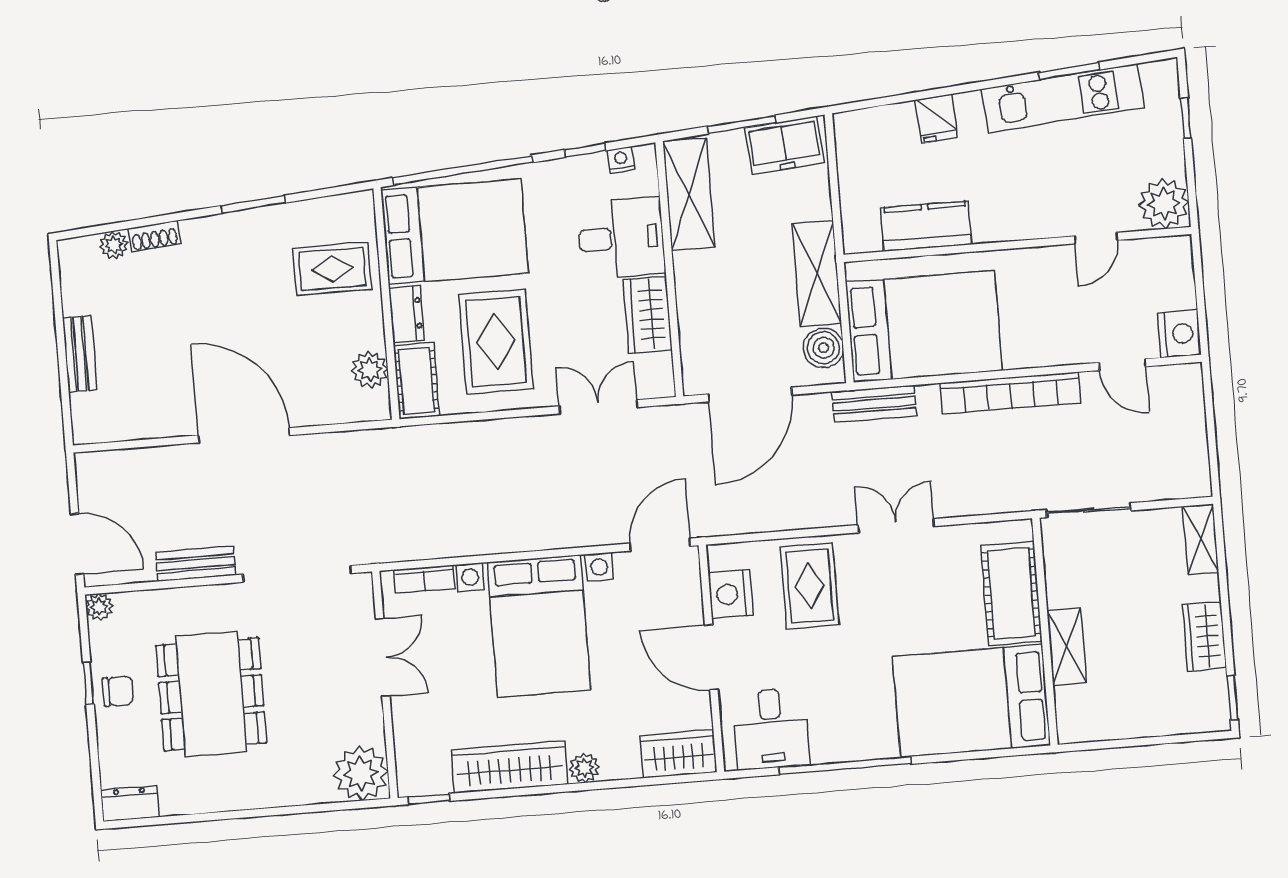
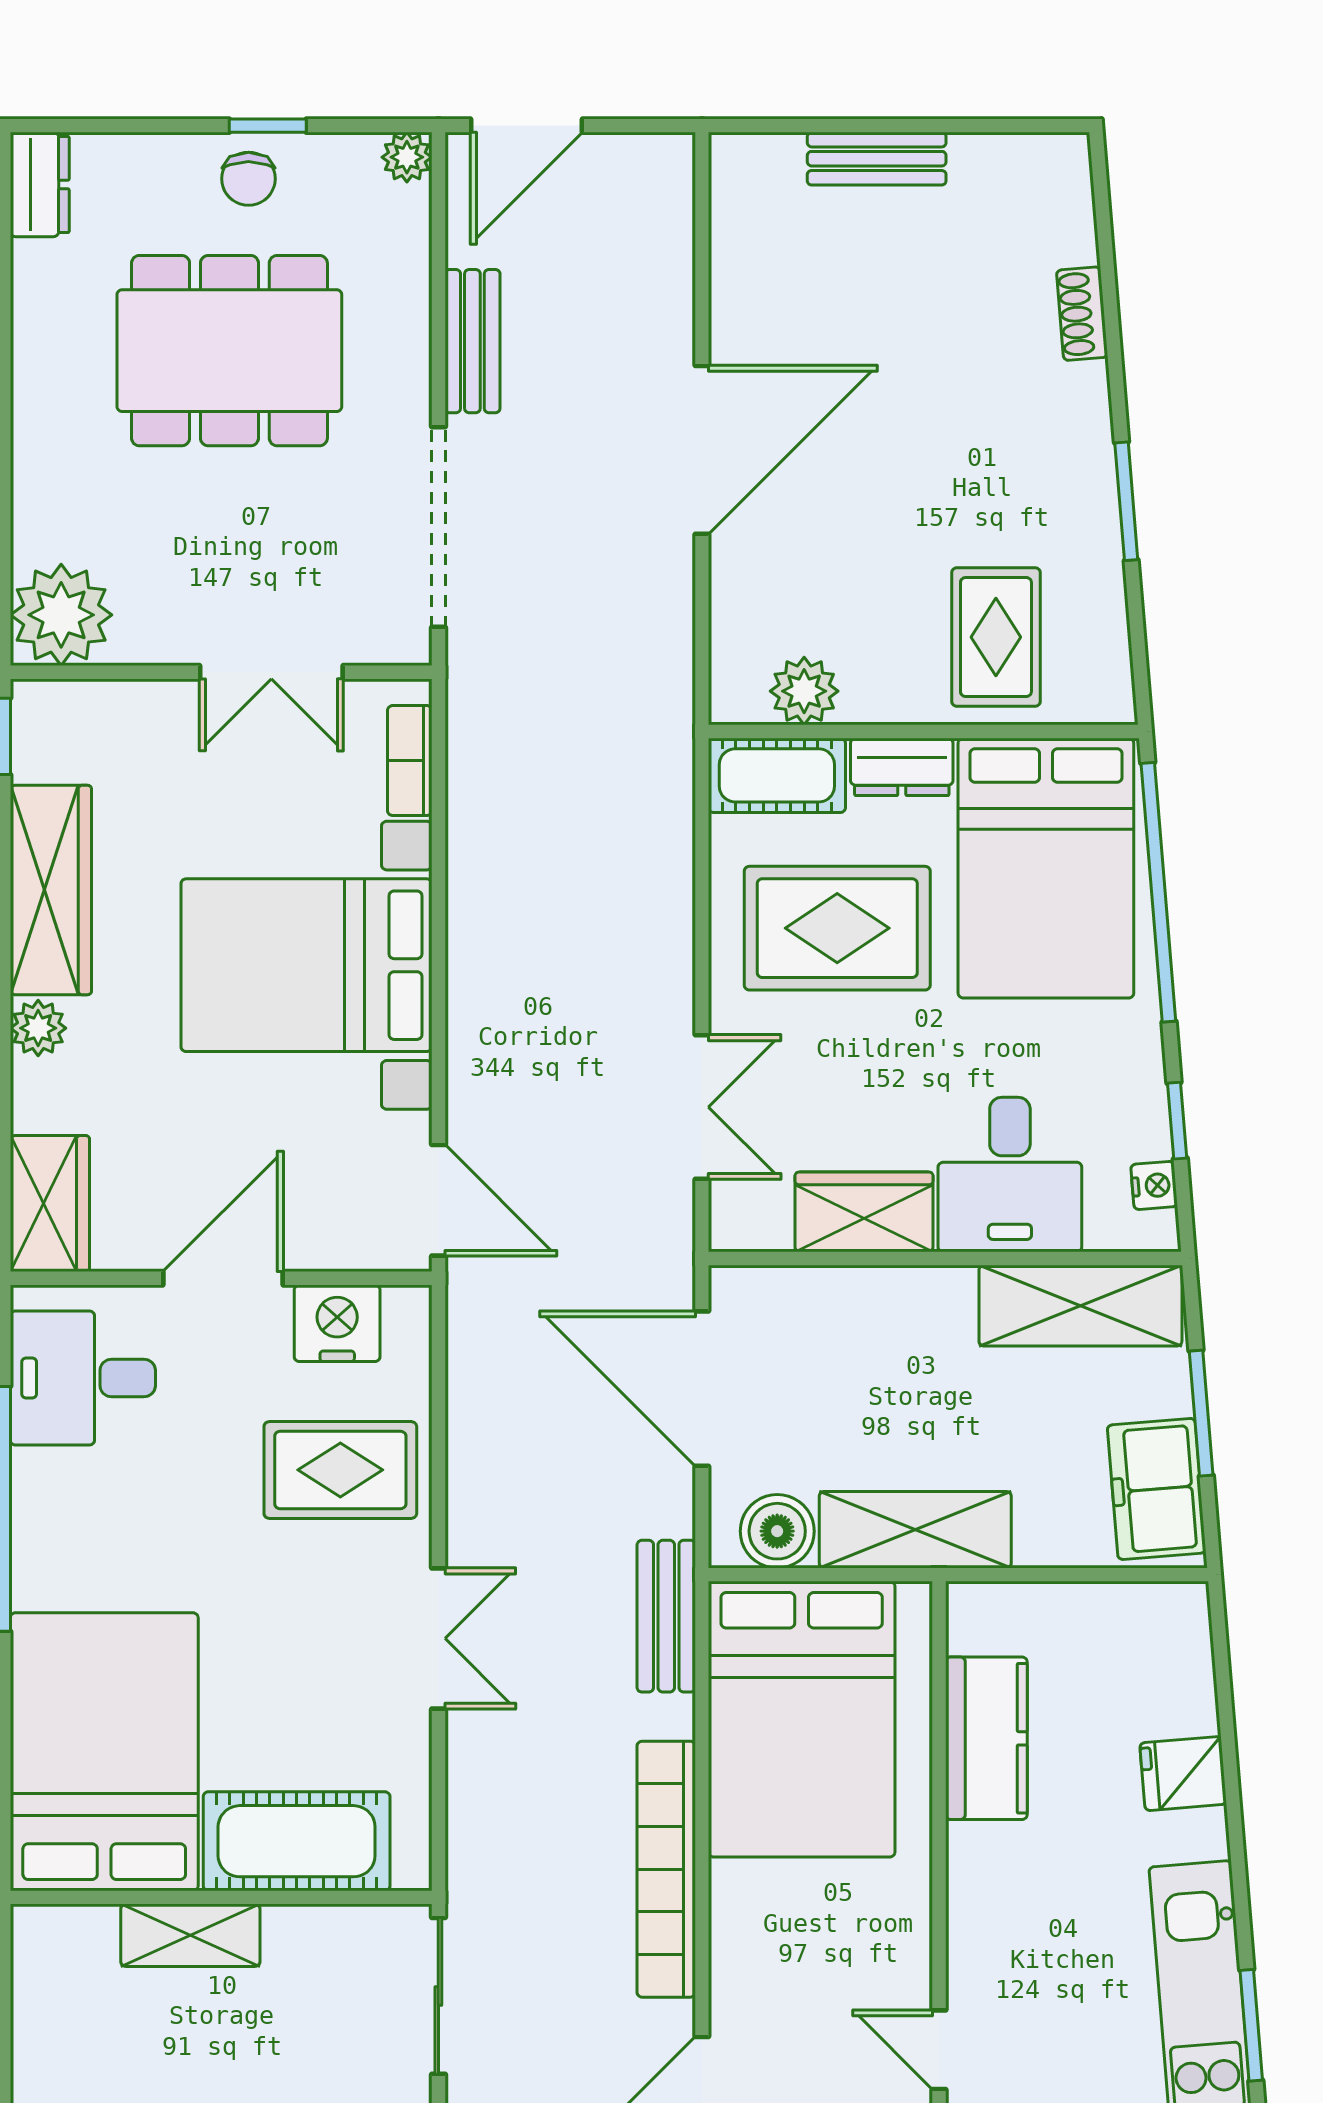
plant: (114, 245) -> (1072, 238), removed

